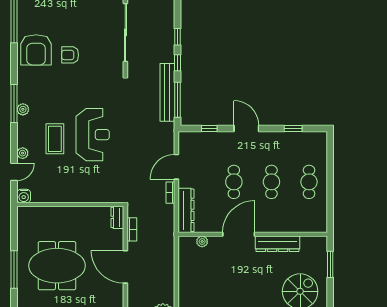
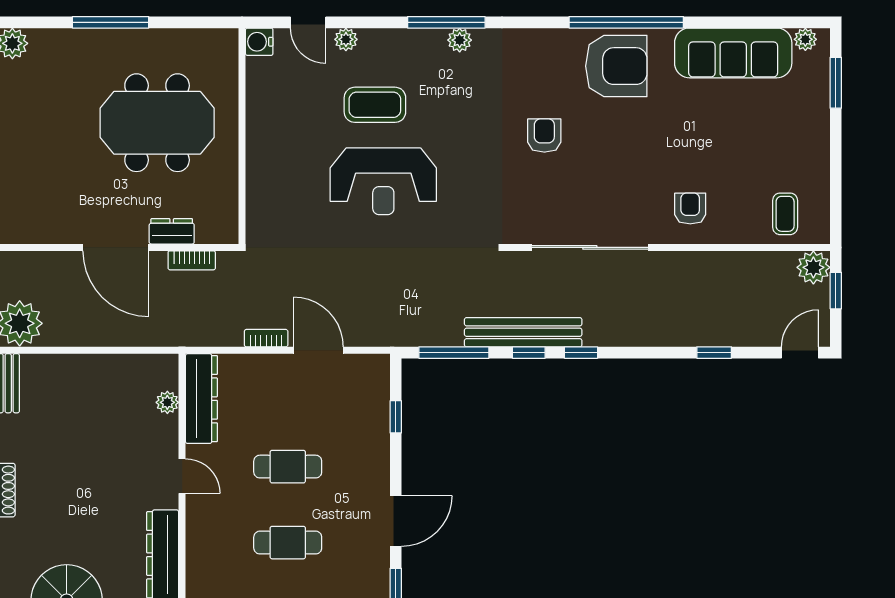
armchair: (36, 50) -> (616, 66), moved, turned 180
bench: (167, 92) -> (523, 332), moved
plant: (23, 109) -> (460, 40), moved
door: (246, 128) -> (396, 521), moved
dresser: (186, 210) -> (201, 399), moved, turned -90
dresser: (117, 217) -> (172, 231), moved
door: (239, 234) -> (182, 476), width x0.53
meeting table: (57, 266) -> (157, 123), moved, turned 90
door: (125, 267) -> (116, 247), swing flipped

